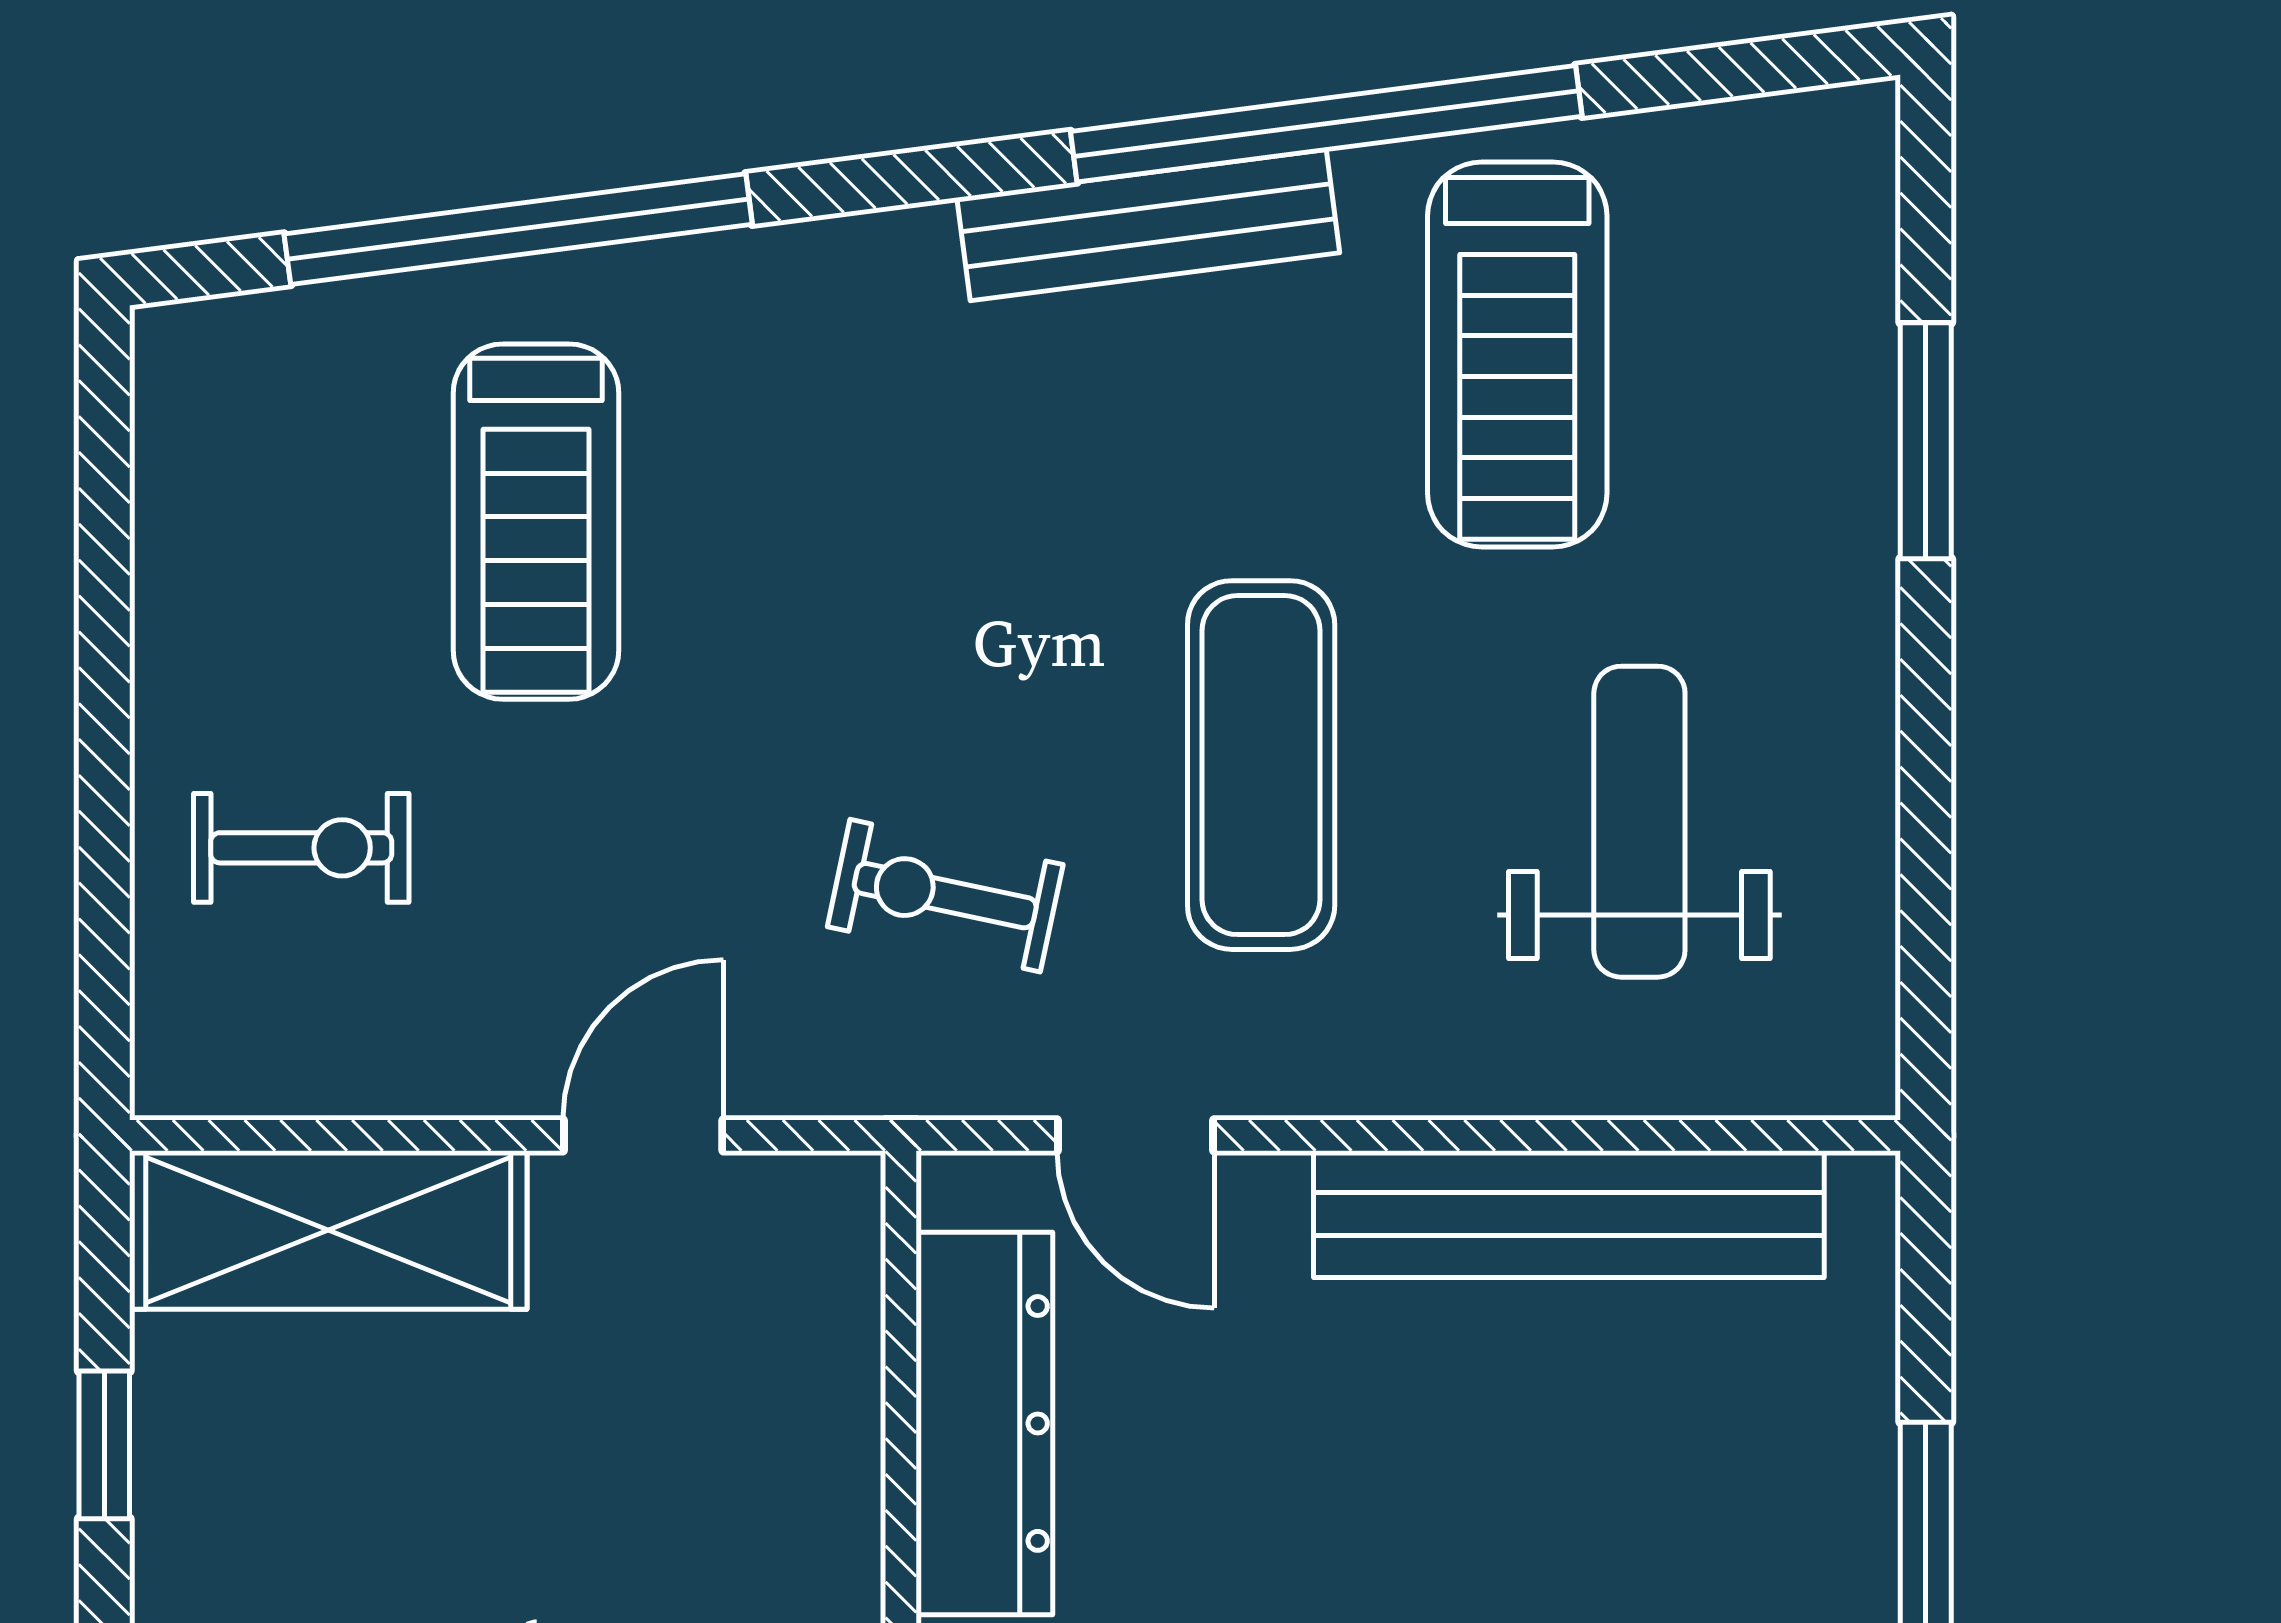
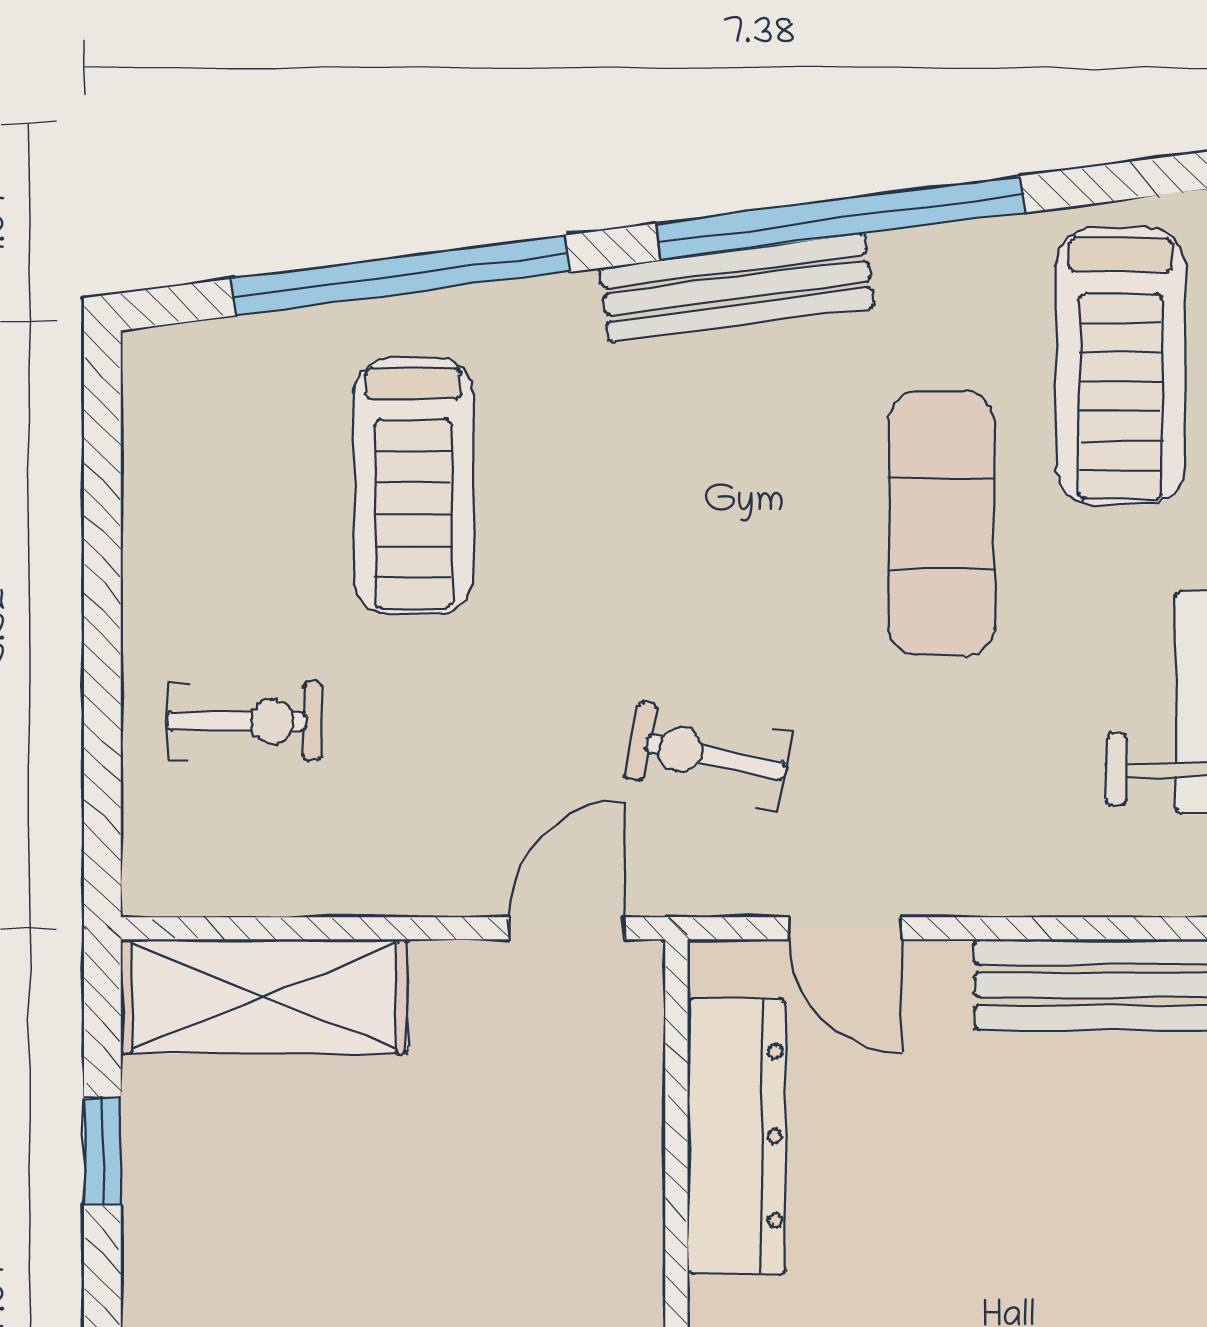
window: (1326, 124) -> (840, 218), moved
bench: (1148, 225) -> (737, 288), moved
exercise mat: (1261, 765) -> (941, 523), moved
door: (643, 1135) -> (567, 928), moved

